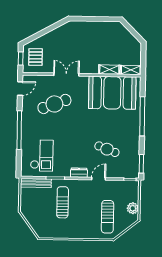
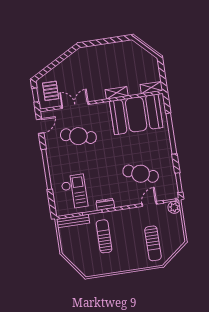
shelving: (109, 70) -> (117, 93), moved
double door: (66, 74) -> (75, 105), moved
cafe table: (54, 104) -> (78, 136), turned 36
cafe table: (107, 149) -> (141, 174), width x1.37, depth x1.35
dresser: (79, 173) -> (105, 204), moved
door: (99, 179) -> (149, 204), moved
plant: (133, 208) -> (174, 207), moved

